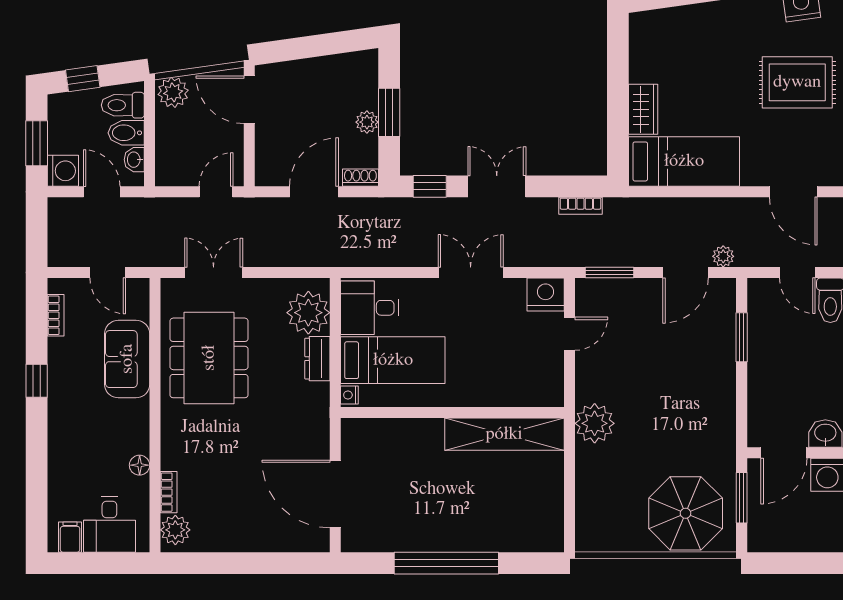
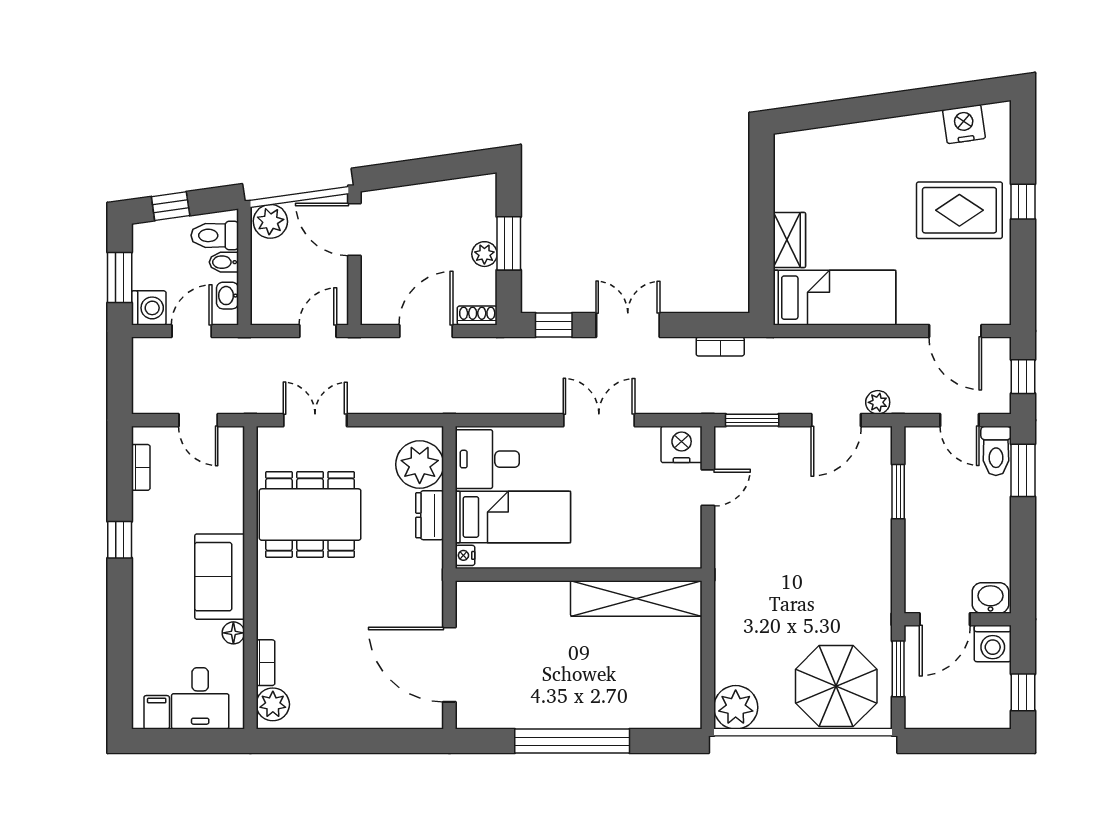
bidet: (126, 133) -> (224, 262), width x0.72, depth x0.74
door: (102, 192) -> (192, 331), hinge flipped
dining table: (209, 358) -> (310, 515), turned 90
sofa: (127, 359) -> (220, 577), moved
plant: (595, 423) -> (736, 707), moved

